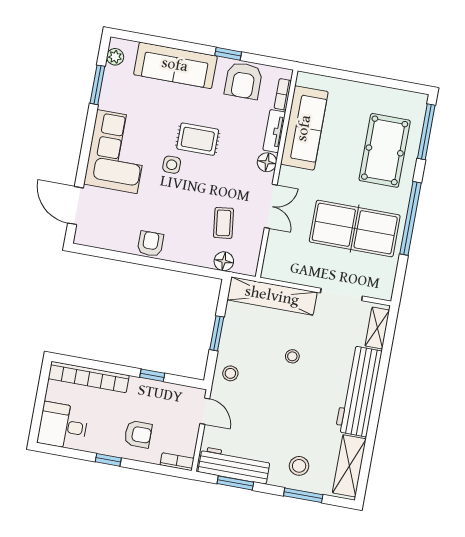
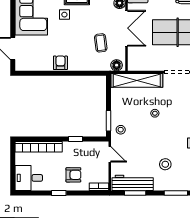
double door: (271, 206) -> (126, 28), width x1.37
floor lamp: (224, 261) -> (117, 65), moved
window: (217, 333) -> (109, 121), moved
stool: (299, 466) -> (165, 164), moved

